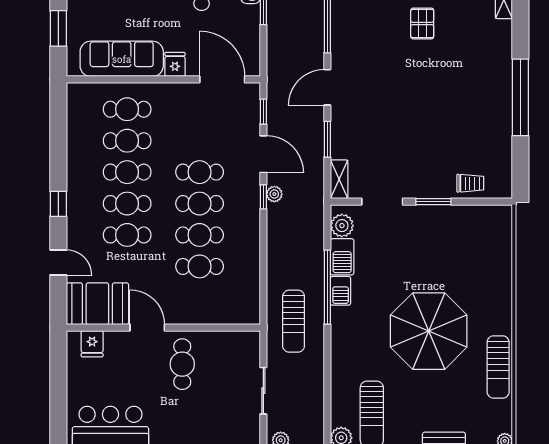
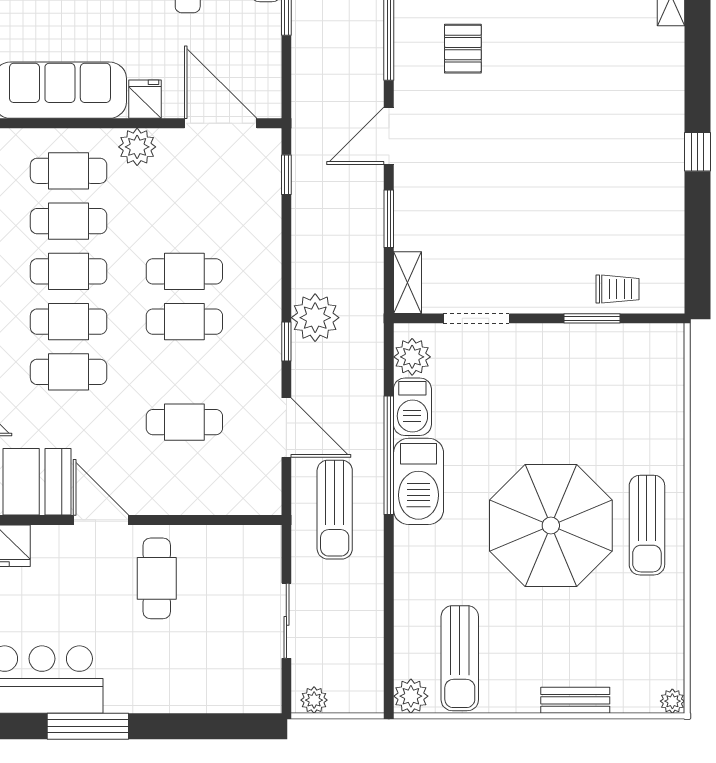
pallet: (422, 23) -> (463, 49), moved
plant: (170, 94) -> (137, 147), added
window: (520, 97) -> (697, 152), width x0.32
door: (263, 154) -> (286, 428), moved
plant: (274, 194) -> (315, 318), width x1.88, depth x1.88
window: (263, 197) -> (286, 341), moved
window: (433, 202) -> (592, 318), moved
cafe table: (200, 235) -> (184, 372), removed
barbecue: (341, 291) -> (419, 481), width x1.88, depth x1.53
sun lounger: (498, 367) -> (647, 525), moved

